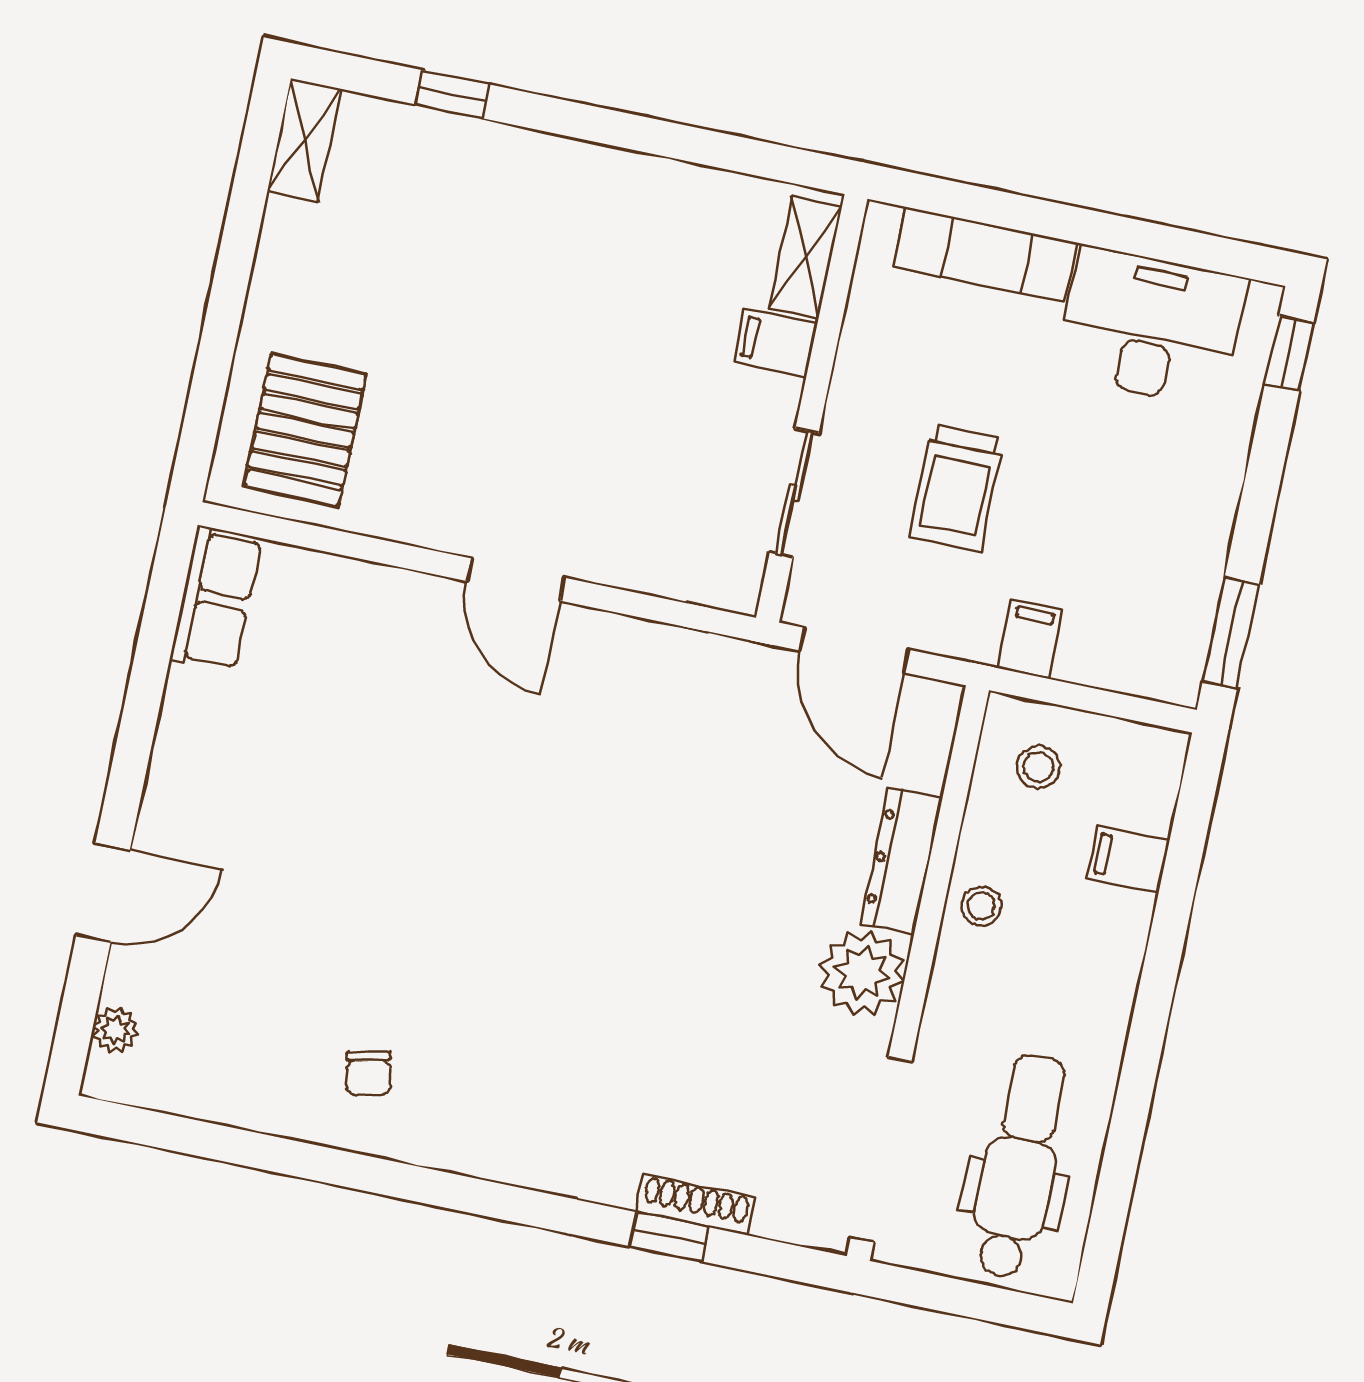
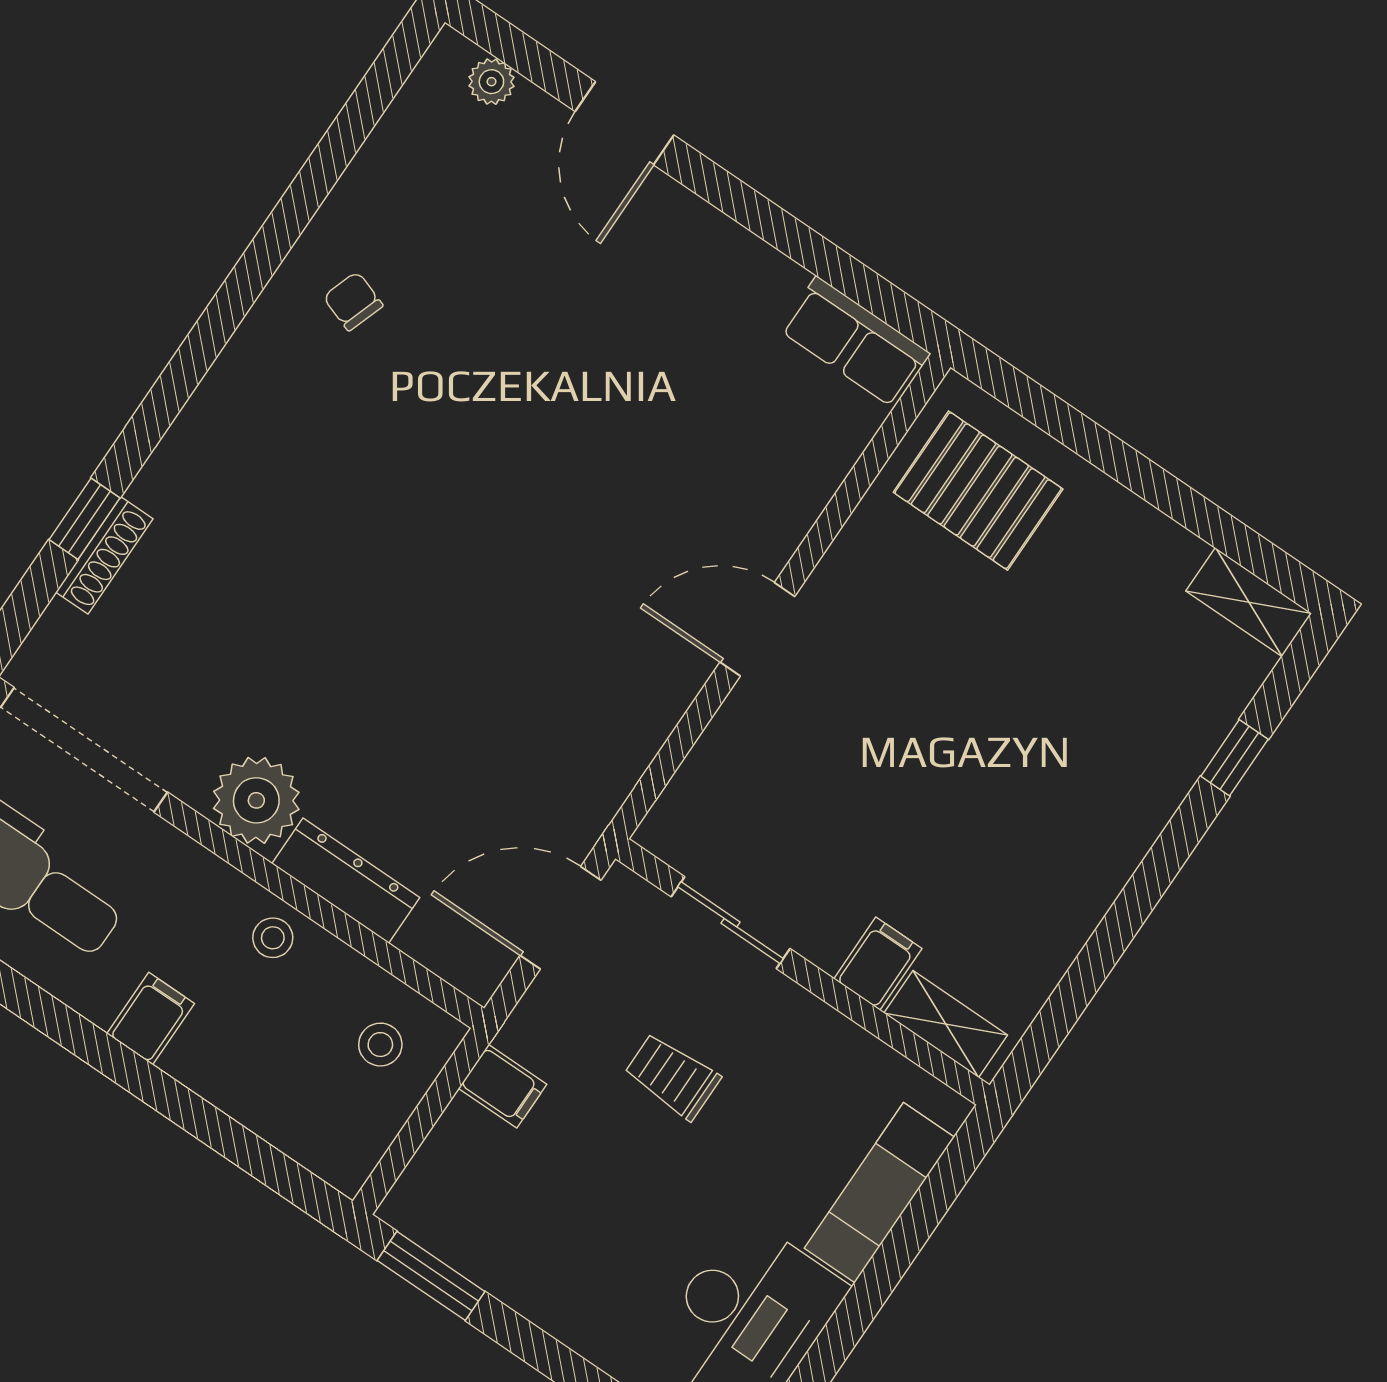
trolley: (957, 488) -> (672, 1076), width x0.73, depth x0.72
filing cabinet: (1128, 859) -> (151, 1019), moved
chair: (369, 1074) -> (353, 301), turned 31

